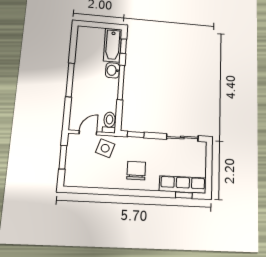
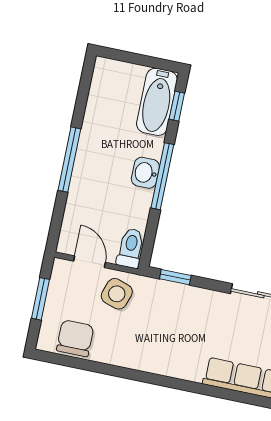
washbasin: (113, 70) -> (145, 173), moved
door: (88, 133) -> (90, 262), hinge flipped
chair: (136, 171) -> (75, 338), moved
window: (184, 195) -> (246, 398), removed

